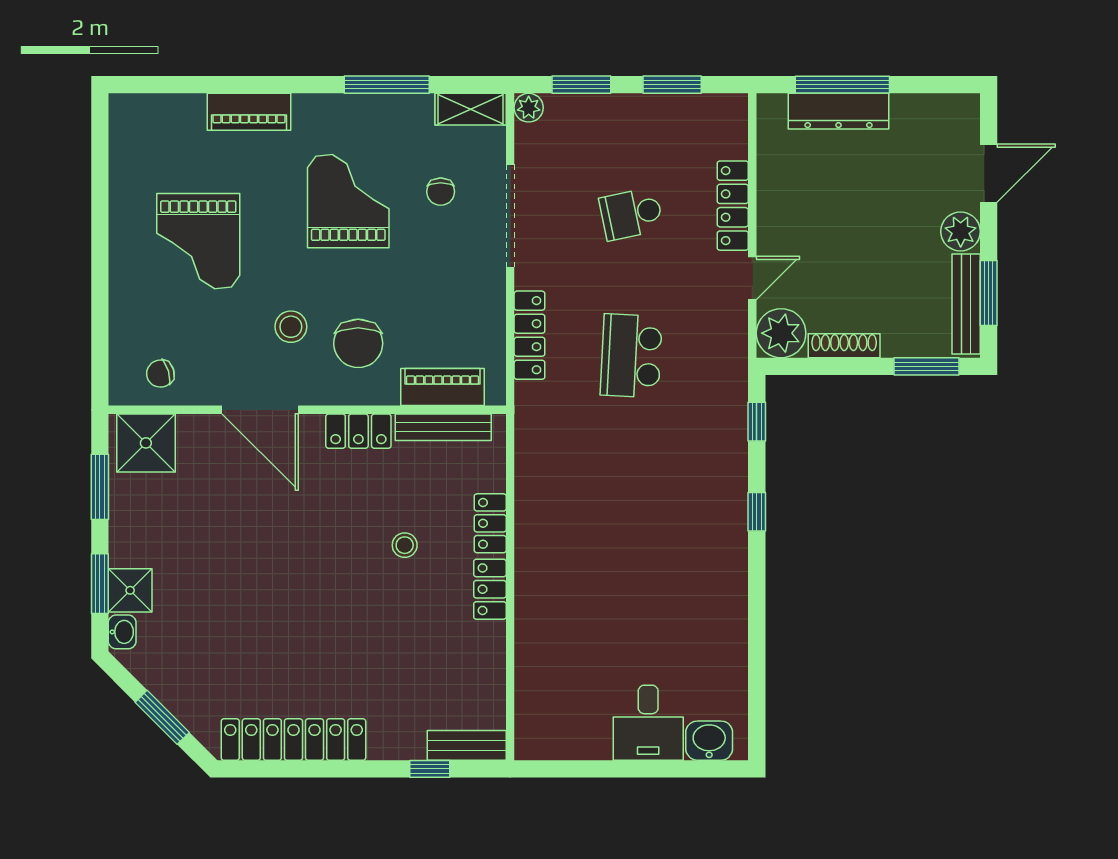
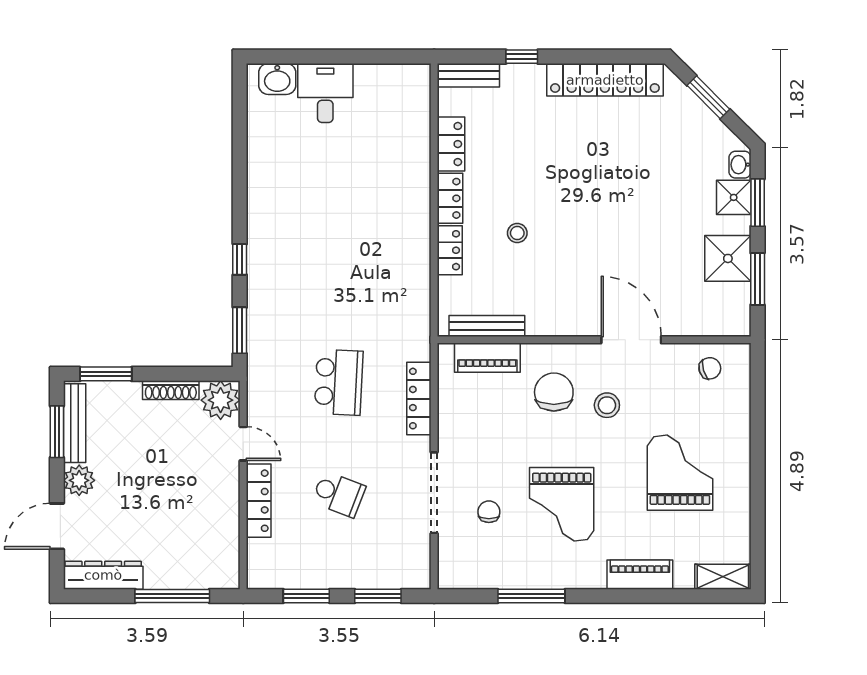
plant: (529, 108) -> (419, 578), removed
shelving: (471, 109) -> (723, 577), moved
dresser: (839, 111) -> (103, 575), moved
school desk: (631, 214) -> (339, 494), turned 33
door: (752, 278) -> (243, 444), swing flipped
window: (757, 422) -> (240, 330), width x1.50
locker: (358, 431) -> (451, 144), moved, turned 90
shower: (146, 443) -> (728, 258), moved
window: (430, 769) -> (522, 57), moved

